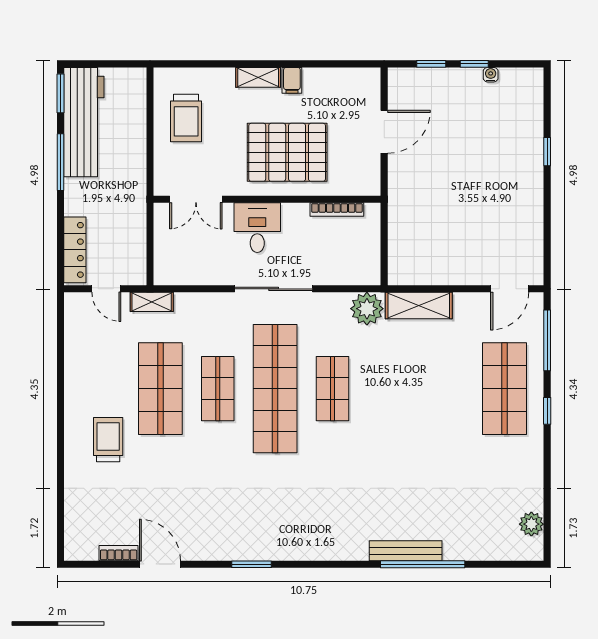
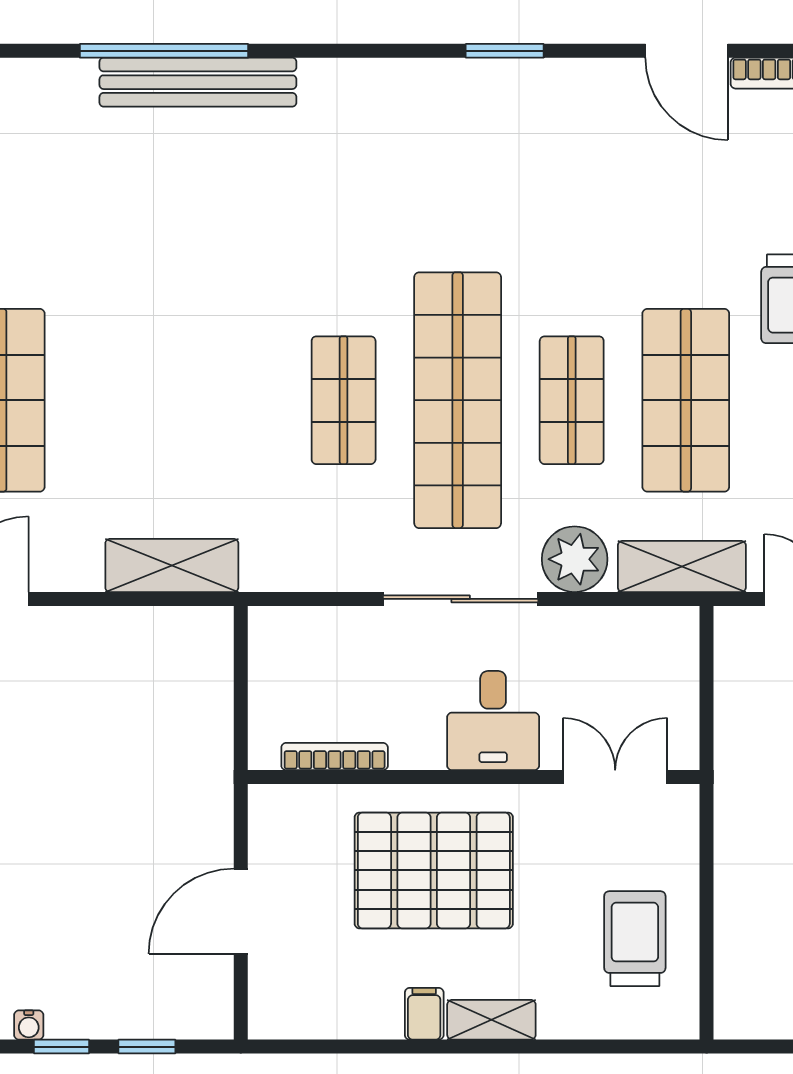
shelving: (152, 302) -> (682, 566), width x1.50, depth x1.33
plant: (367, 309) -> (575, 559), moved
bench: (406, 551) -> (198, 82), width x1.37, depth x1.21

